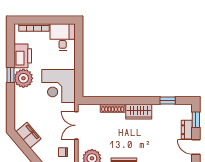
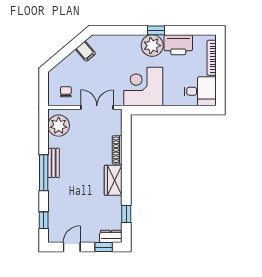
dresser: (187, 130) -> (111, 236), moved
filing cabinet: (28, 135) -> (86, 51), width x0.50

